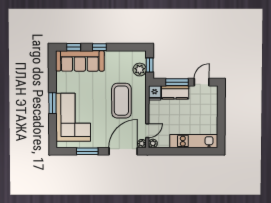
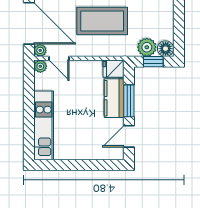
floor lamp: (141, 56) -> (166, 49), added
door: (202, 82) -> (129, 136), swing flipped

